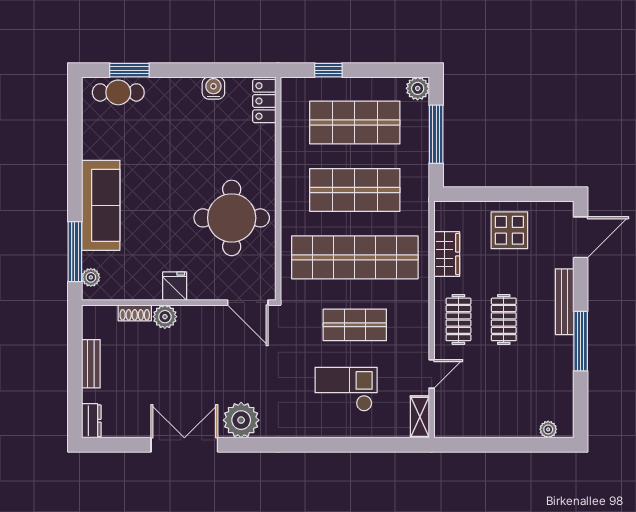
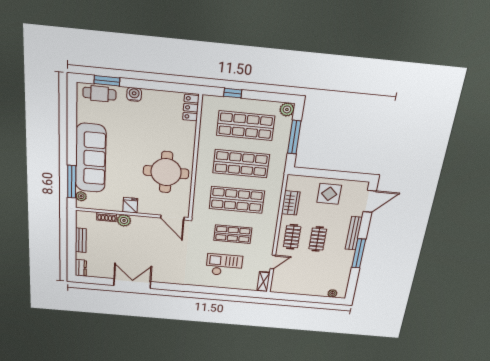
water cooler: (213, 88) -> (134, 94), moved
sofa: (101, 205) -> (91, 158), width x1.36, depth x1.27
shop shelf: (355, 257) -> (237, 200), width x0.71
plant: (241, 420) -> (164, 275), removed

